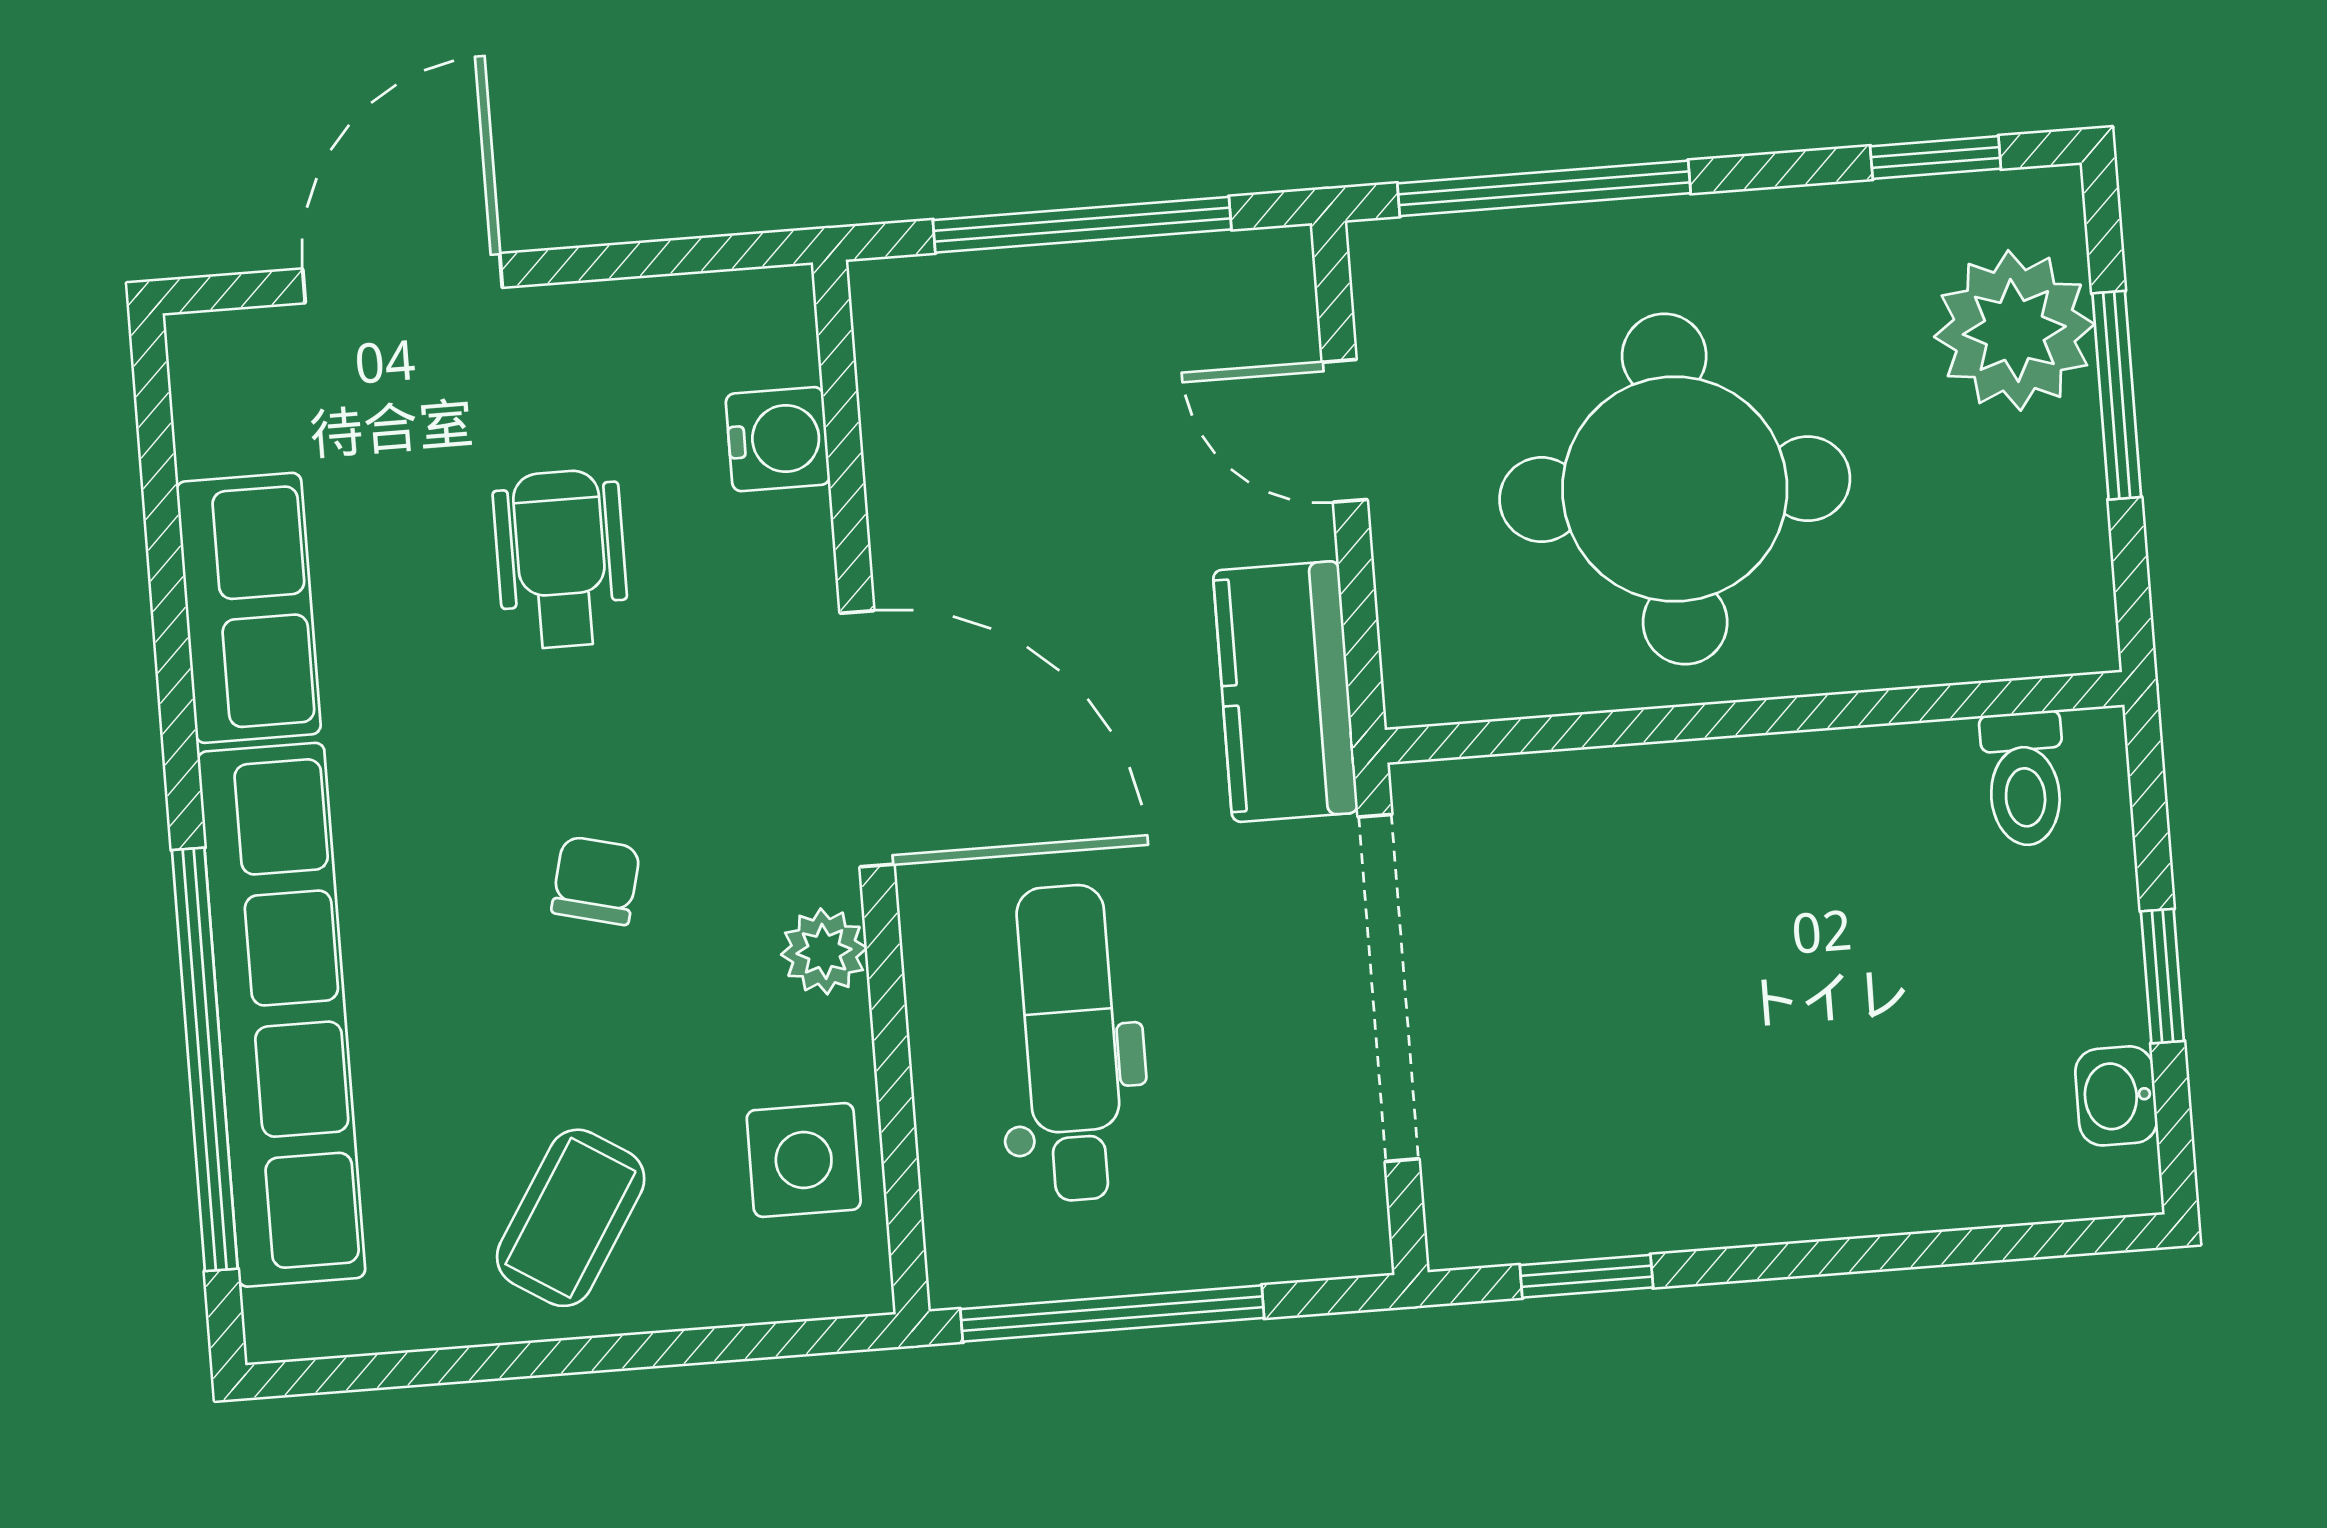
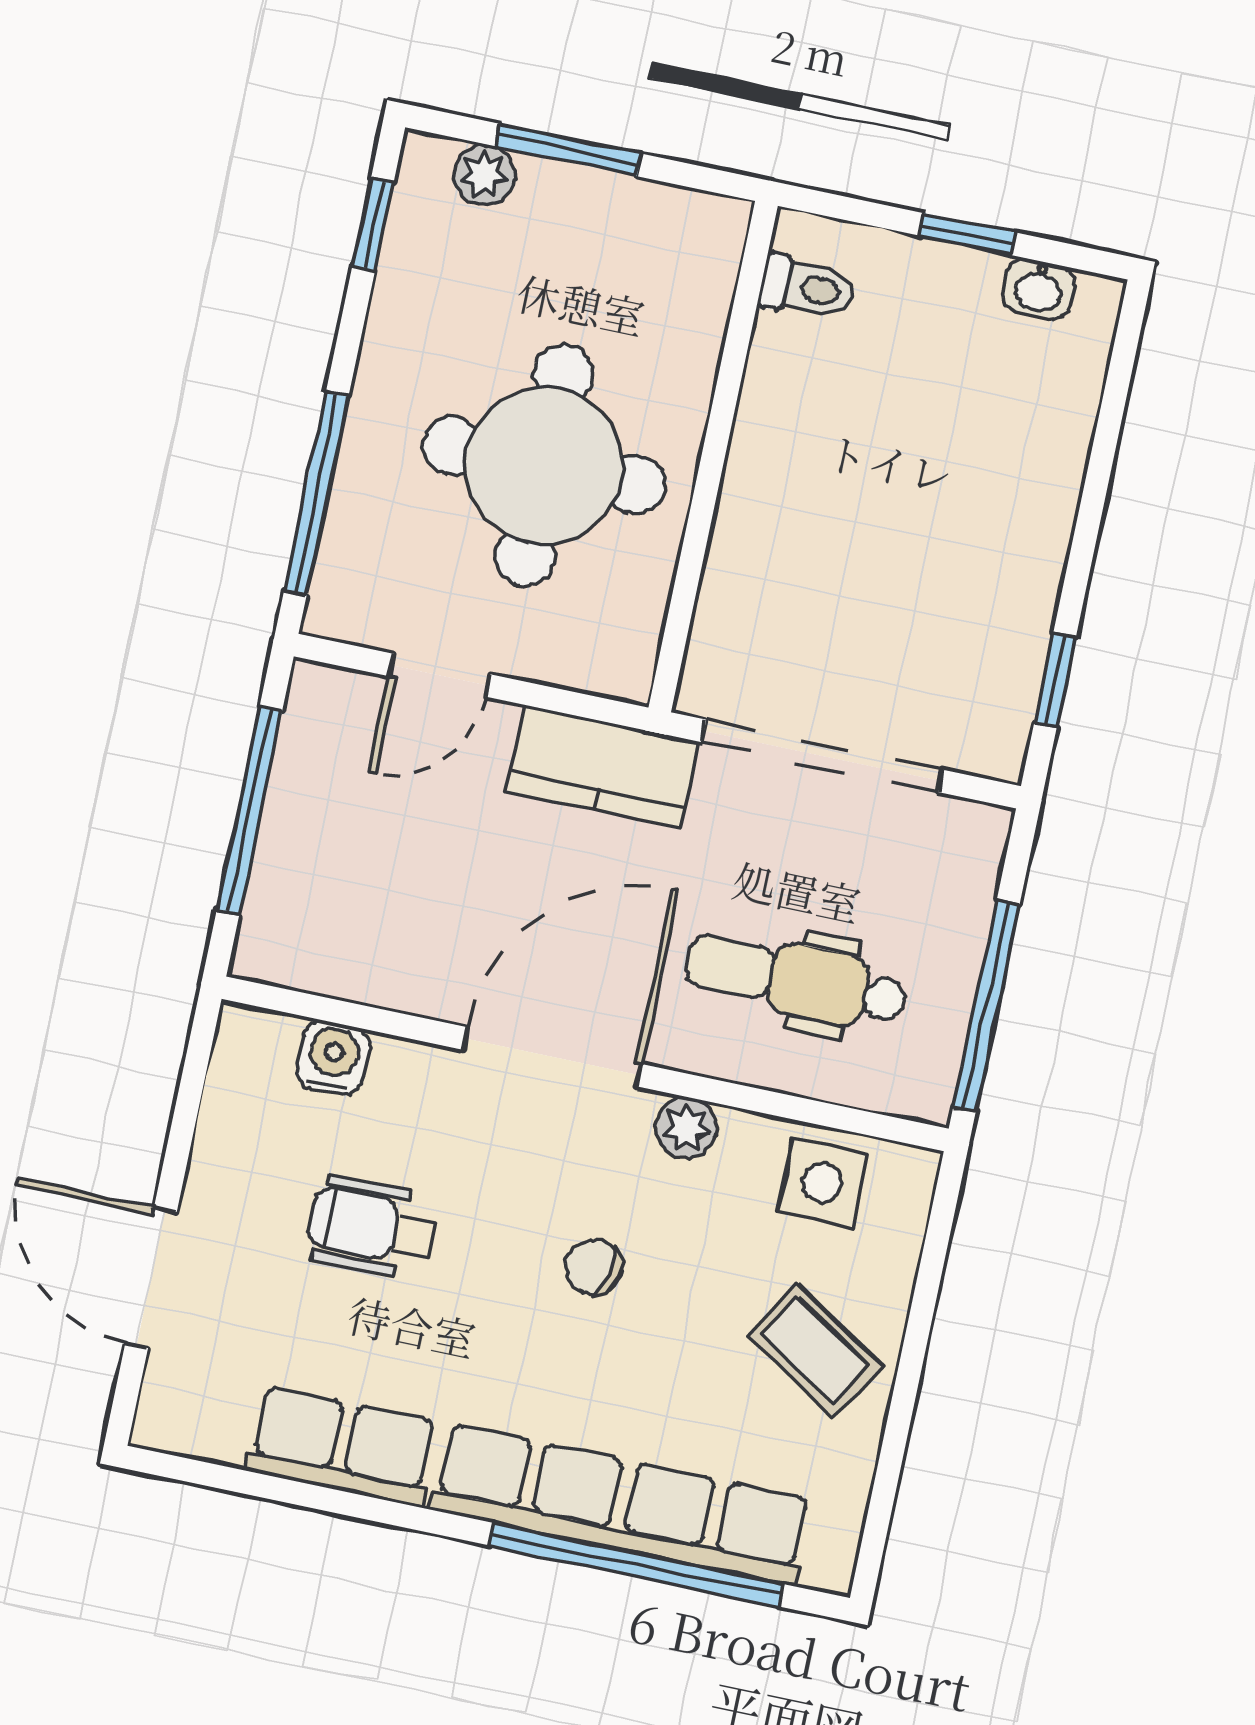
plant: (2014, 330) -> (484, 175), width x0.53, depth x0.53

